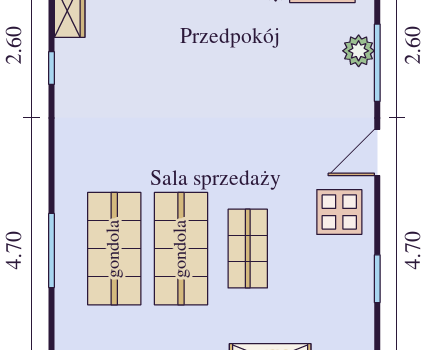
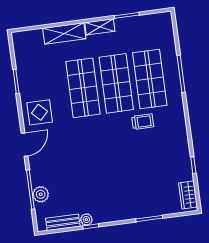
trolley: (139, 167) -> (143, 122), added
shop shelf: (248, 249) -> (83, 88), width x1.43, depth x1.36

